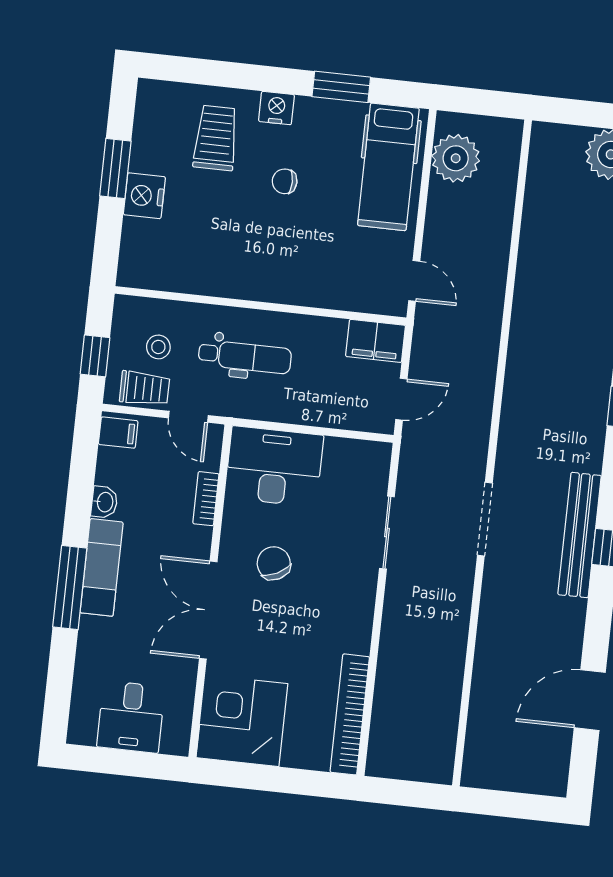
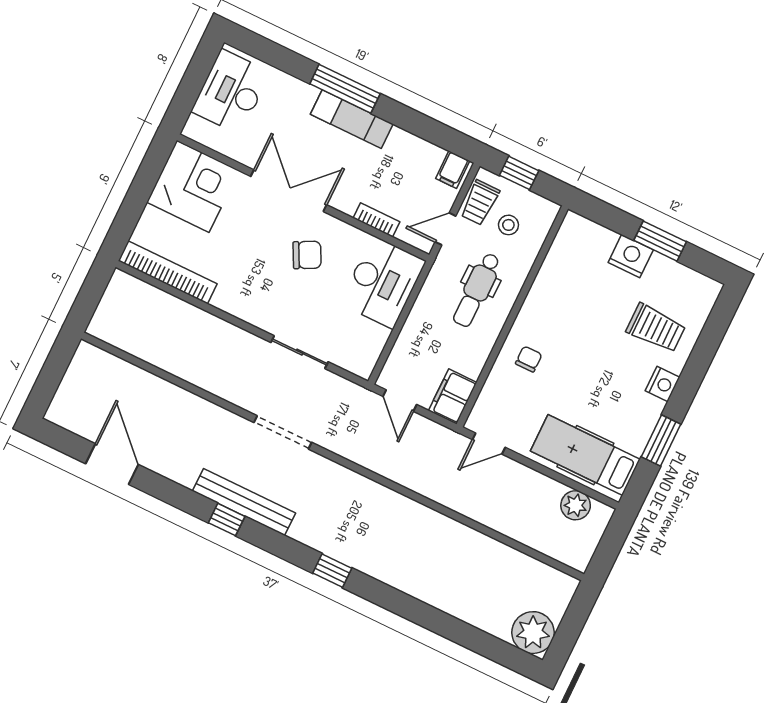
plant: (456, 158) -> (576, 505), width x0.73, depth x0.73
chair: (285, 181) -> (529, 359), moved
washbasin: (104, 502) -> (402, 140), removed
desk: (131, 717) -> (231, 92), width x1.37

